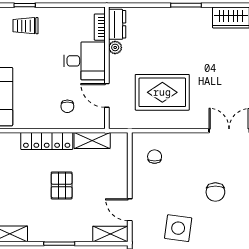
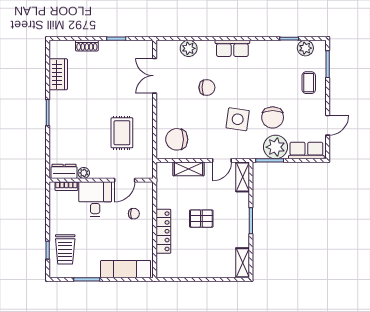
trolley: (26, 26) -> (65, 249), width x1.36, depth x1.39
rug: (162, 92) -> (122, 133), width x0.73, depth x0.70
shelving: (92, 140) -> (188, 169), moved, turned 90
chair: (155, 157) -> (177, 139), width x1.87, depth x1.87

